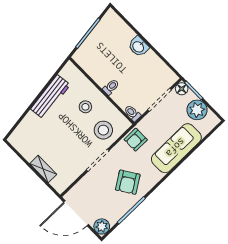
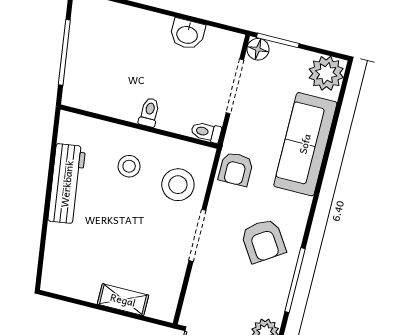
washbasin: (138, 47) -> (187, 34), moved
plant: (197, 110) -> (326, 73), moved

